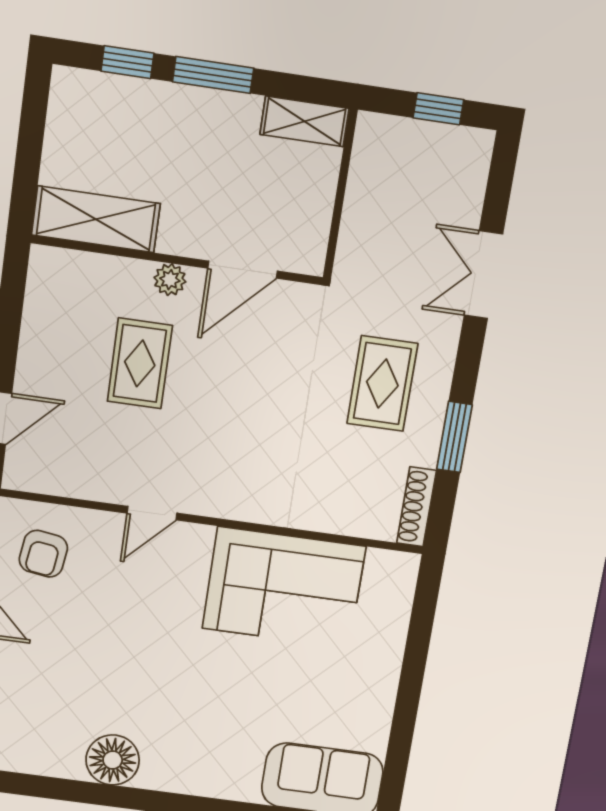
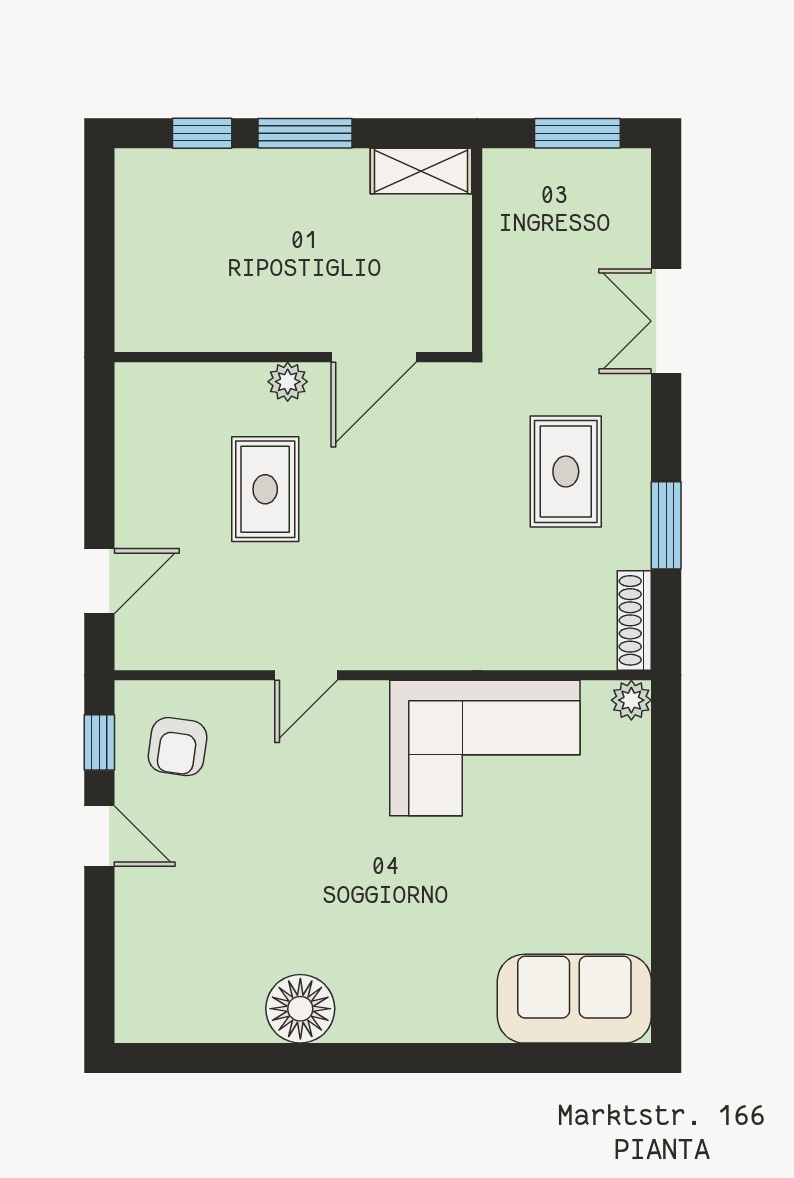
window: (438, 109) -> (577, 133), width x1.50
shelving: (96, 219) -> (189, 322), removed
plant: (404, 567) -> (631, 700), added

